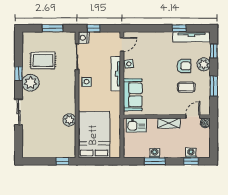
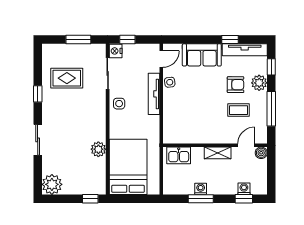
plant: (30, 83) -> (52, 184), moved
window: (214, 86) -> (271, 109), width x1.44
sofa: (133, 95) -> (202, 55), moved, turned 90

